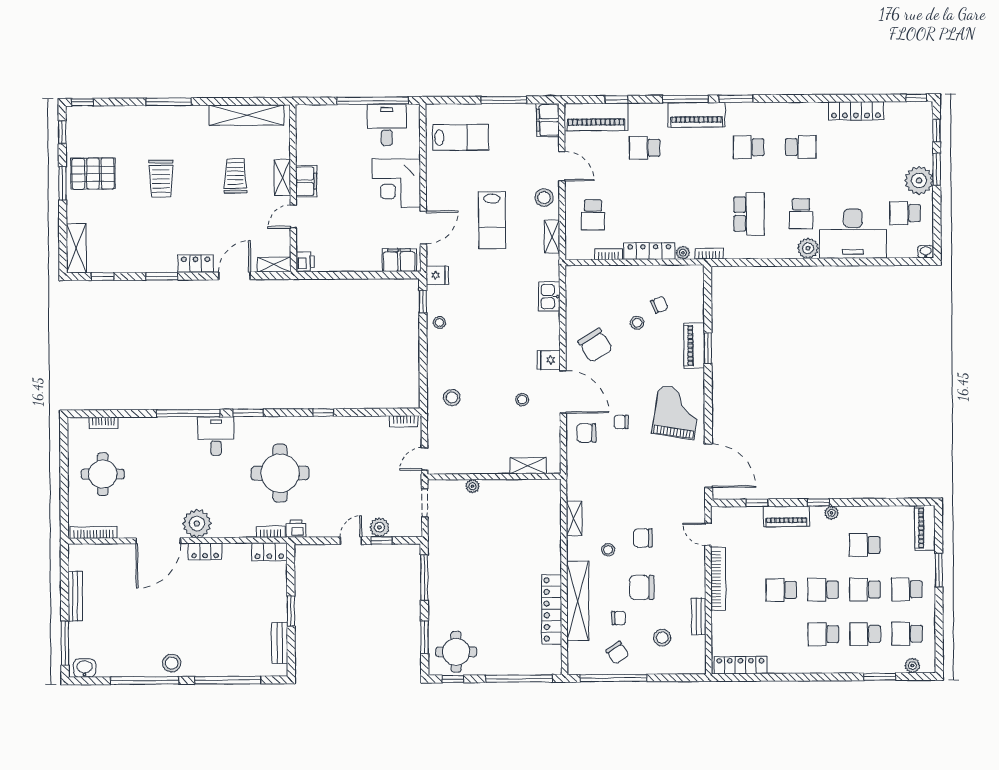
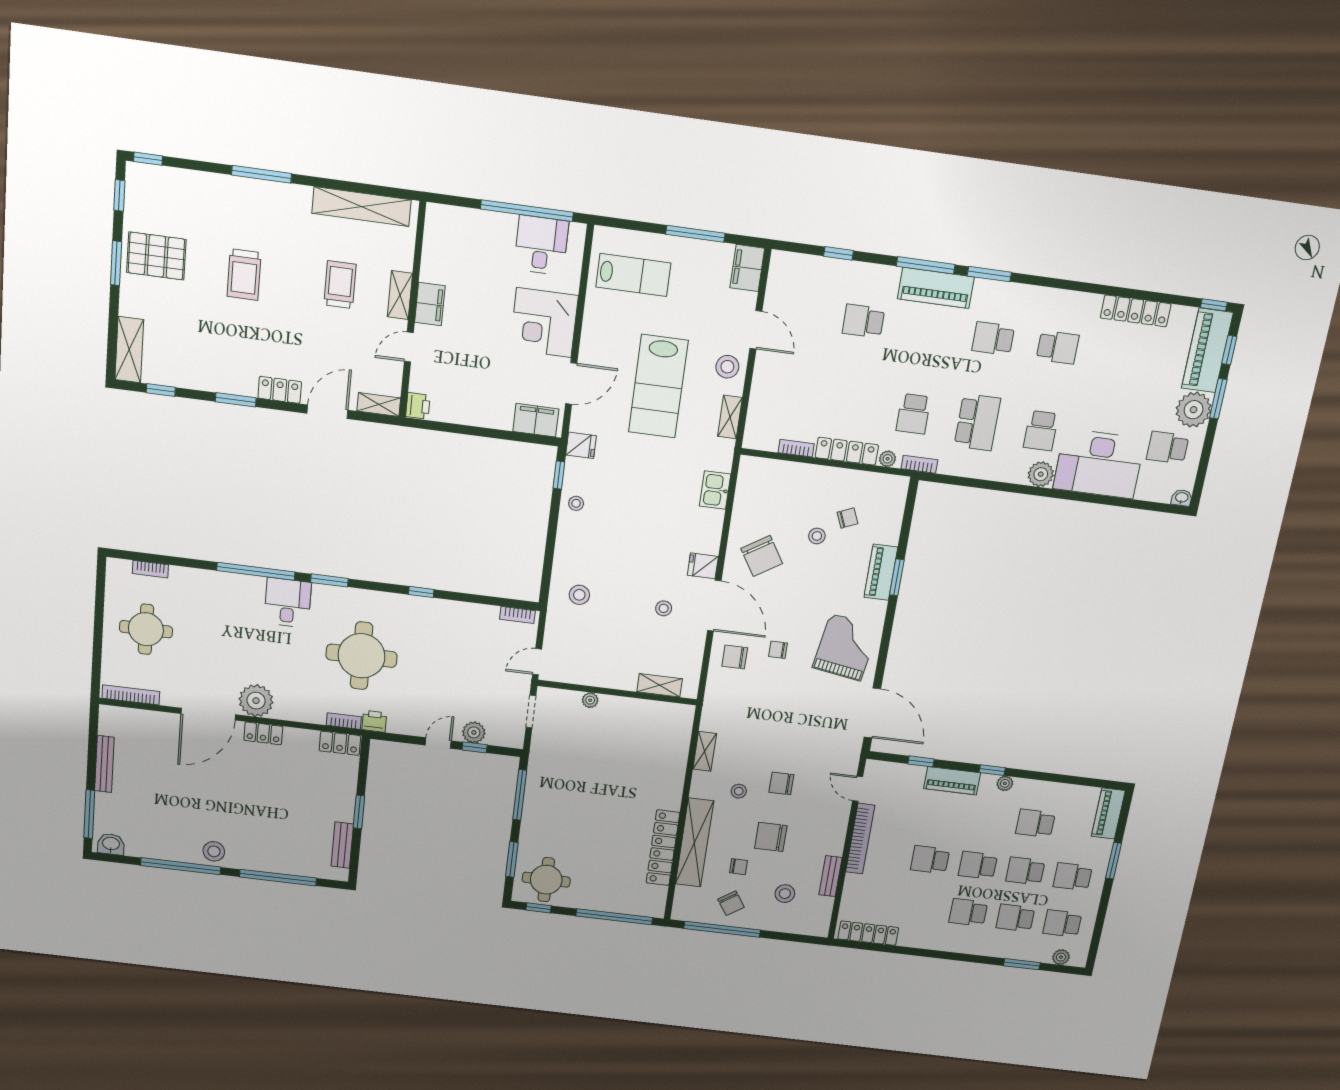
piano: (596, 117) -> (1207, 350), moved, turned 90
school desk: (593, 215) -> (913, 414), moved
lab bench: (492, 220) -> (658, 386), width x1.36, depth x1.39

